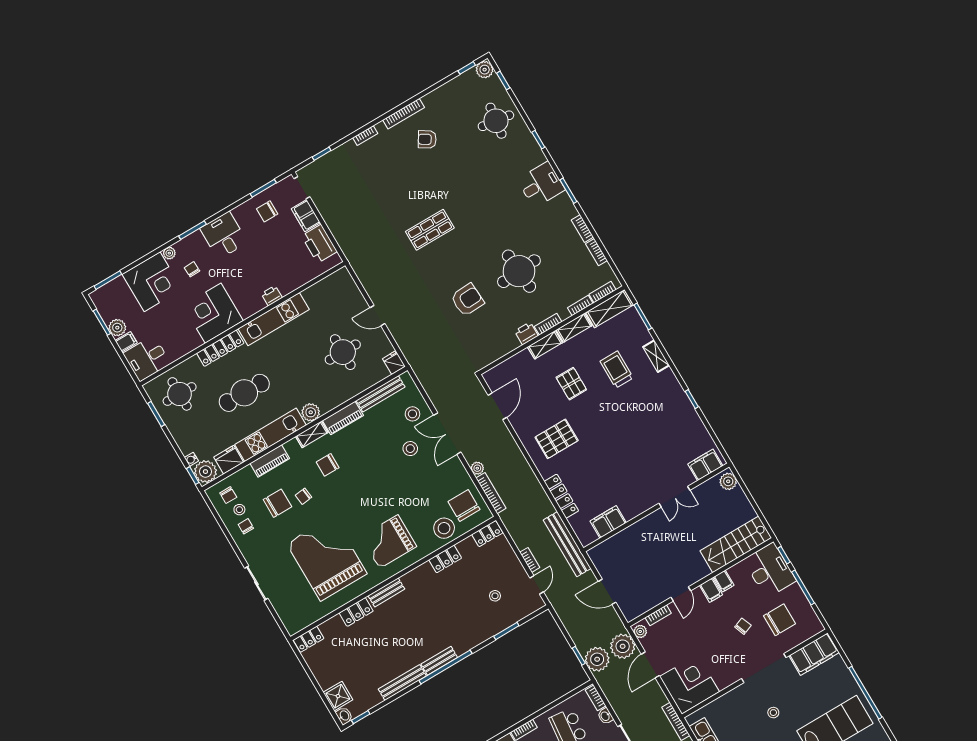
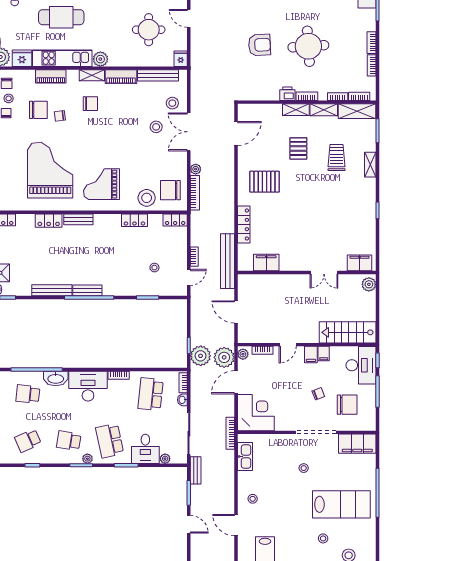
chair: (328, 465) -> (90, 104), turned 180
chair: (464, 506) -> (170, 190), turned -90

